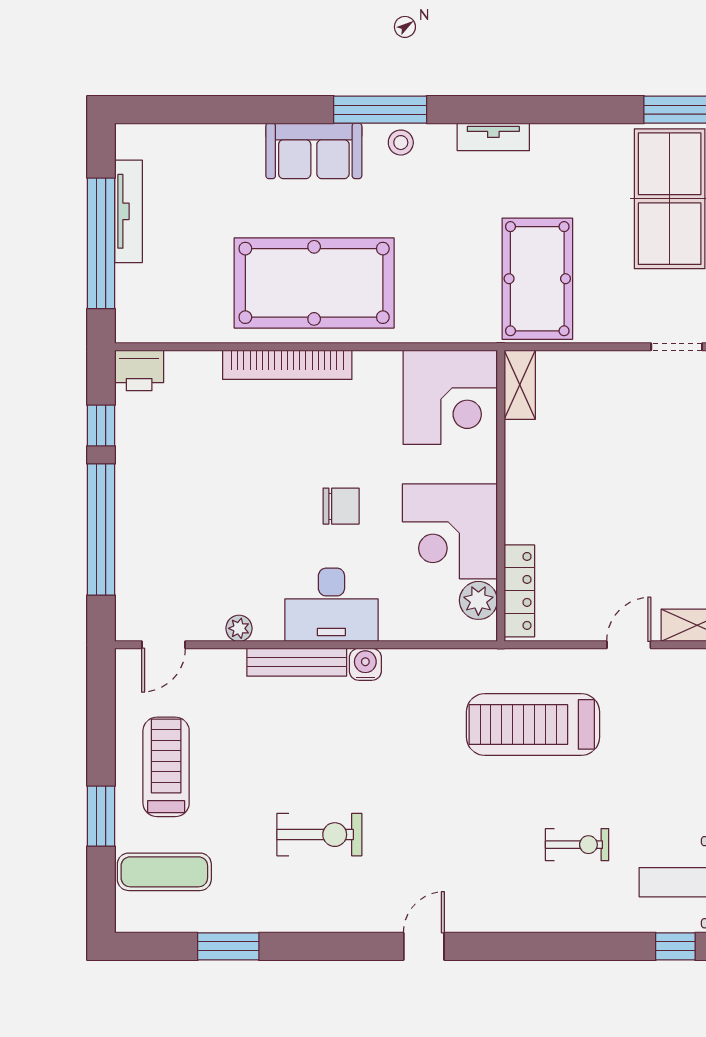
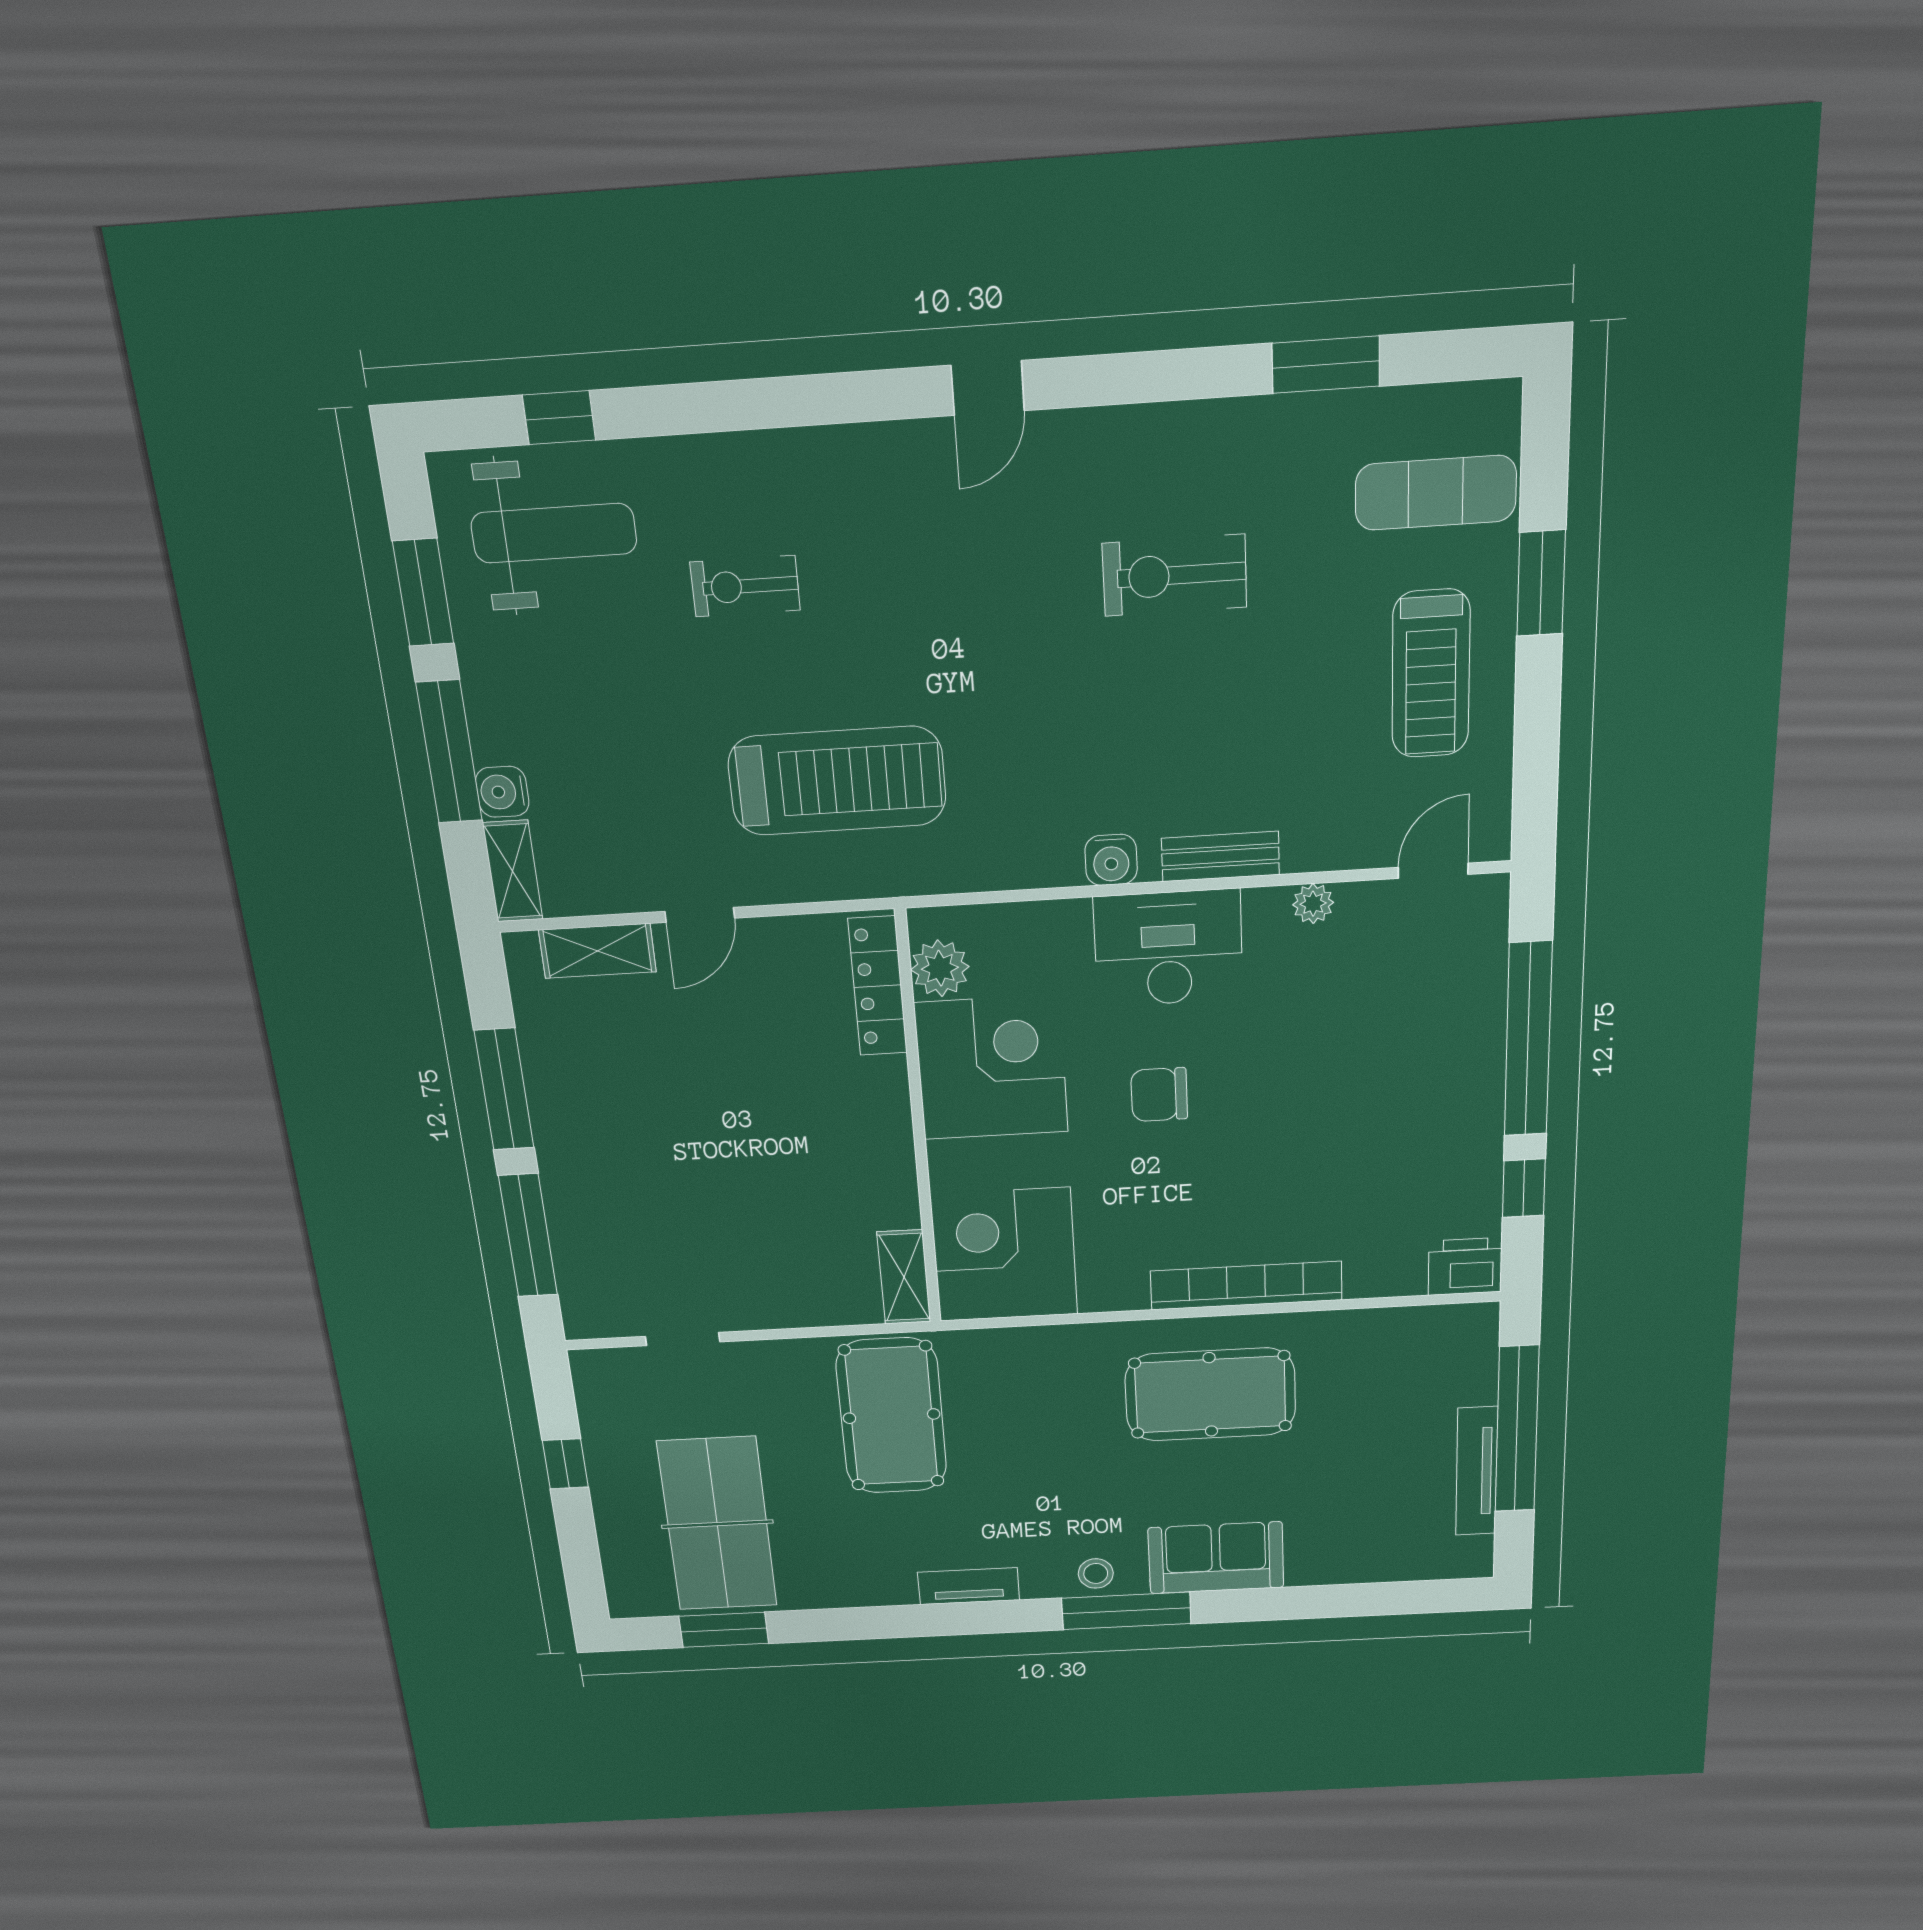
pool table: (314, 283) -> (1210, 1395), width x0.73, depth x0.76
bench: (297, 662) -> (1220, 857), width x0.73

